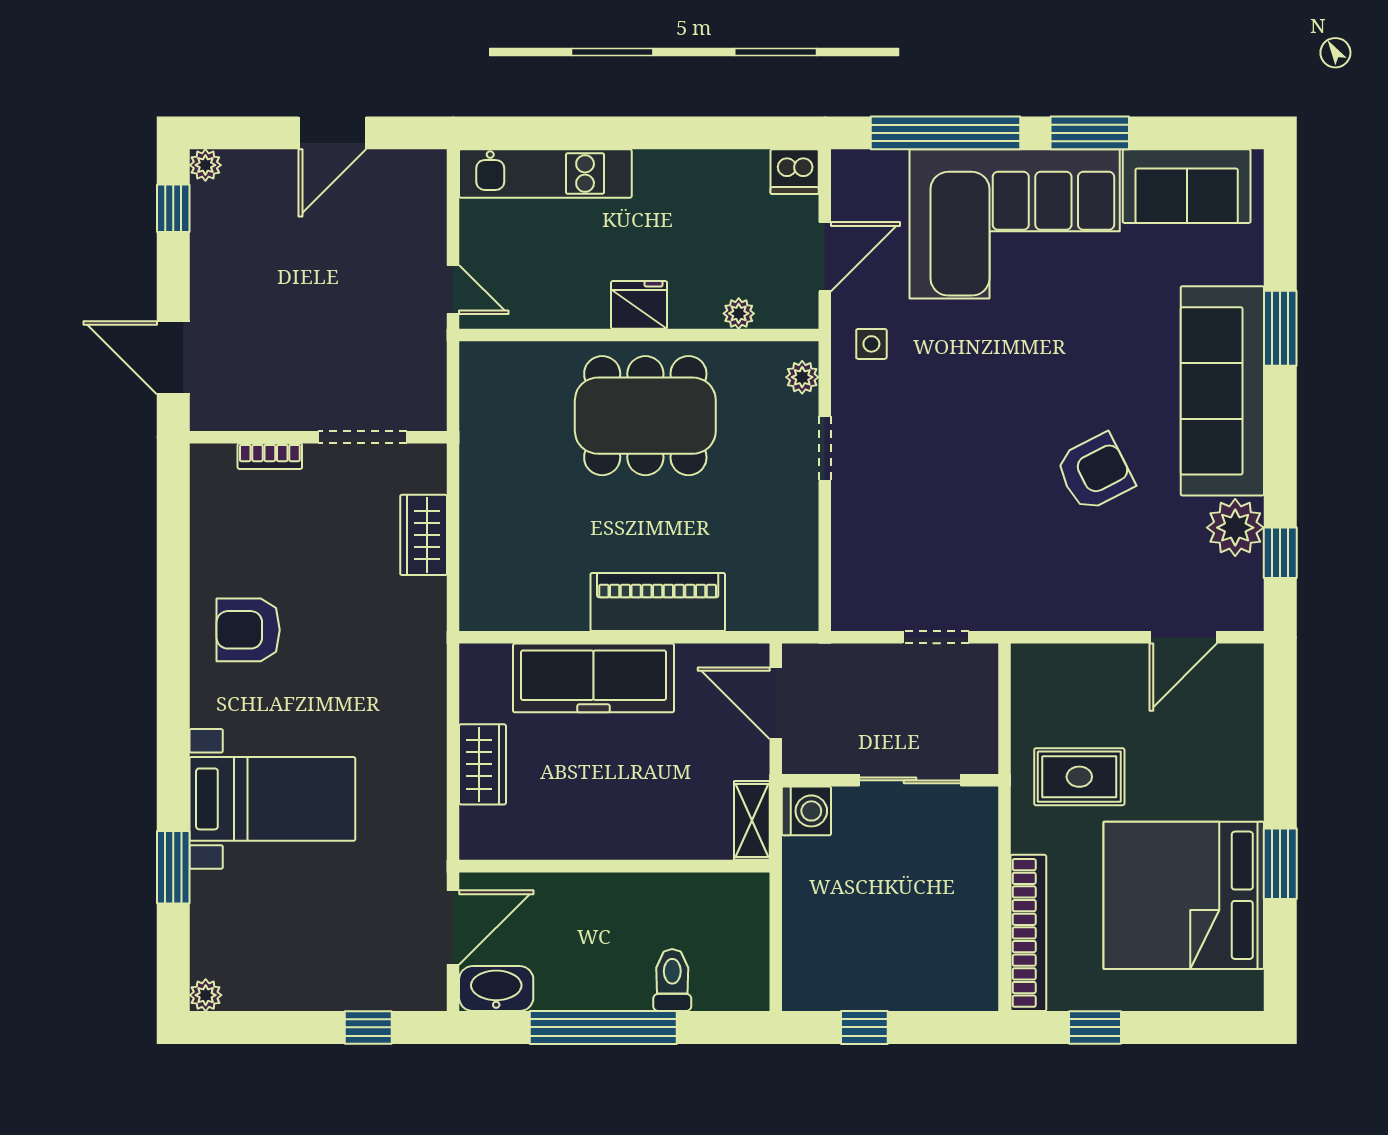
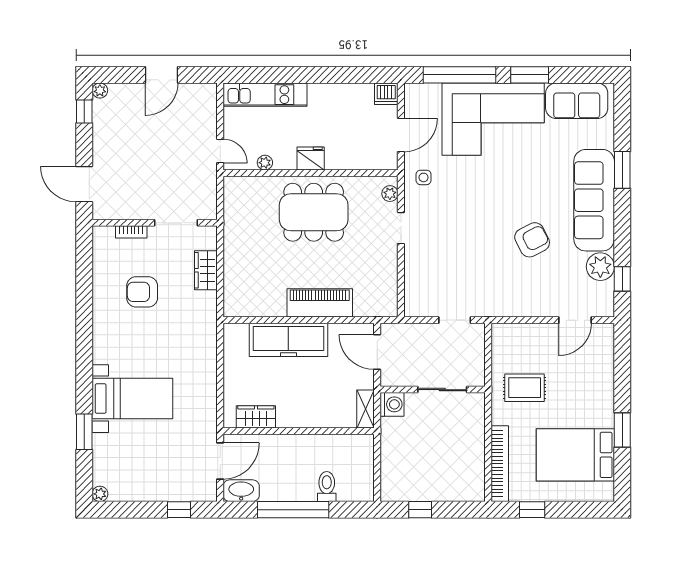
plant: (739, 313) -> (265, 163), moved
armchair: (248, 630) -> (142, 292), moved
wardrobe: (483, 764) -> (256, 417), moved, turned -90
bed: (1184, 895) -> (575, 455), width x0.73

